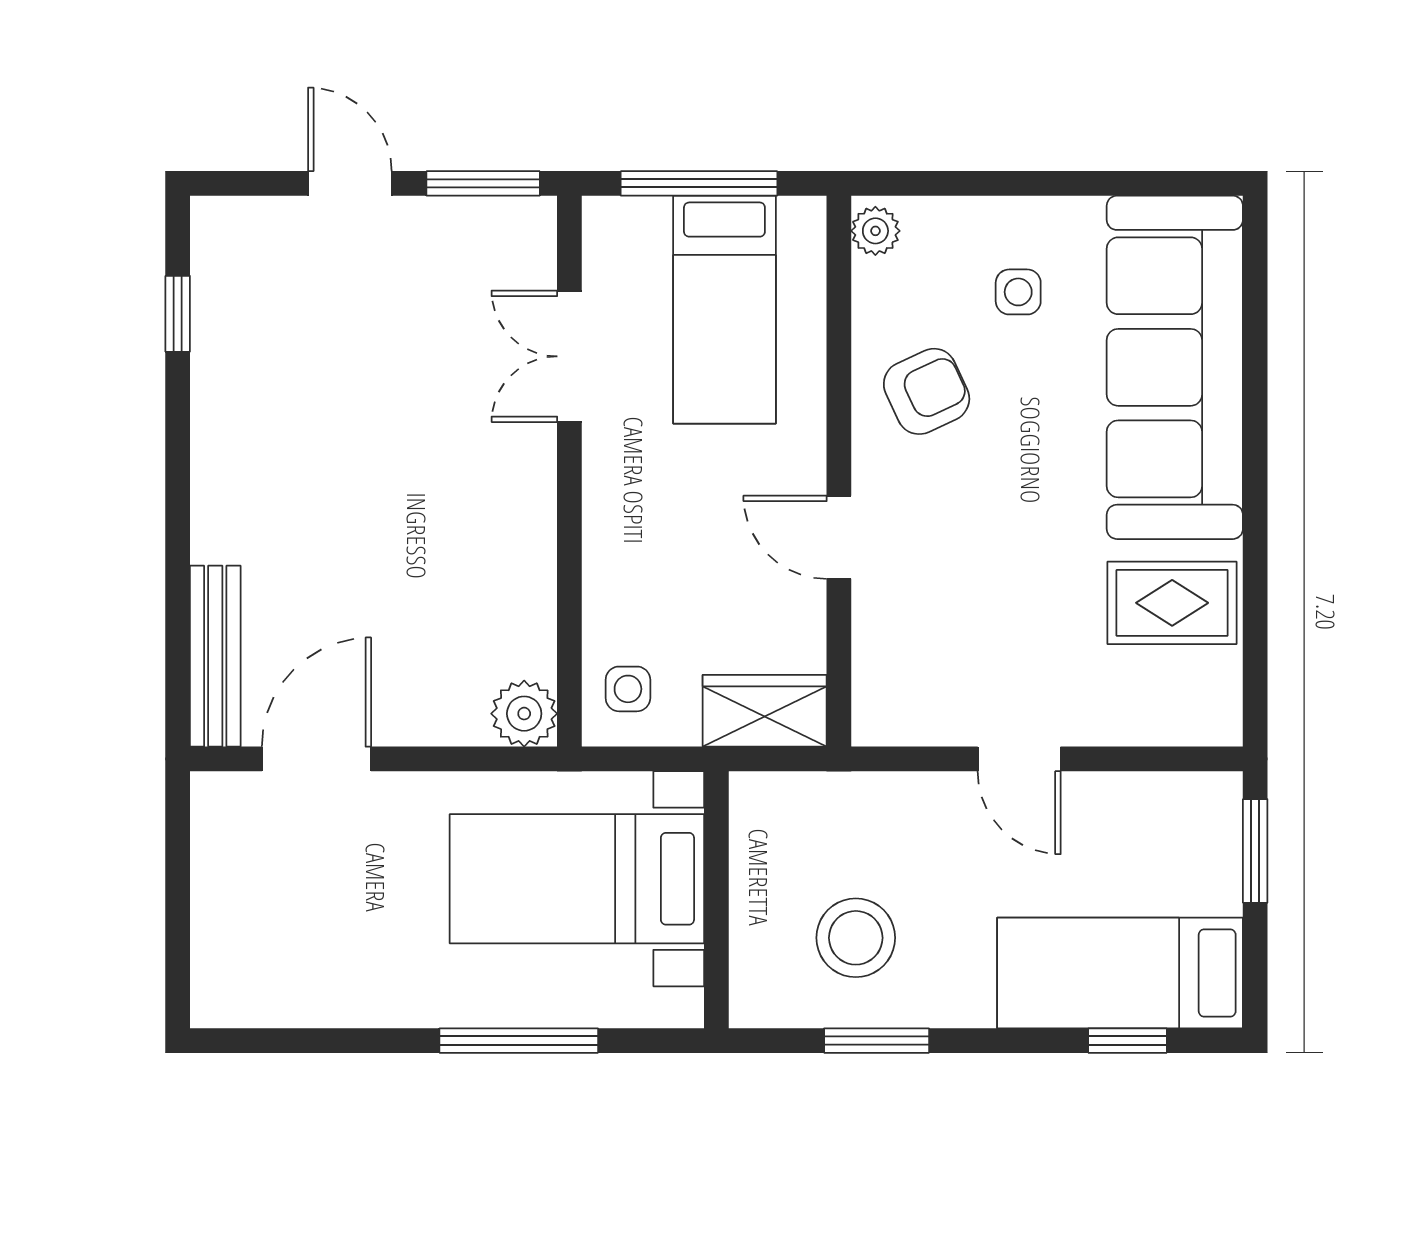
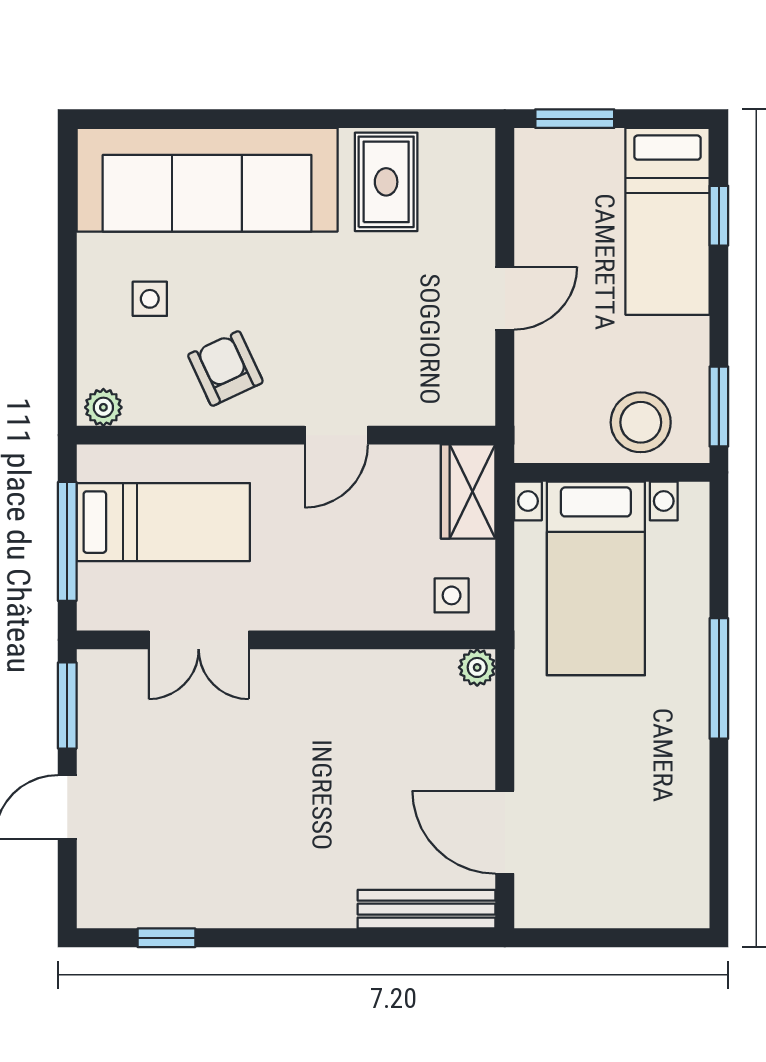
plant: (524, 714) -> (477, 667), width x0.73, depth x0.73
bed with nightstands: (577, 879) -> (596, 578), moved
wall: (716, 900) -> (612, 472), moved

